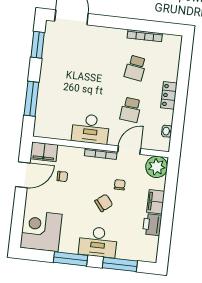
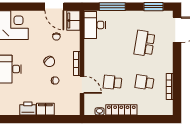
school desk: (84, 62) -> (144, 43), added
locker: (169, 95) -> (121, 110), width x1.53
desk: (91, 129) -> (95, 25), moved
plant: (157, 167) -> (72, 107), removed
chair: (104, 203) -> (49, 62), moved

